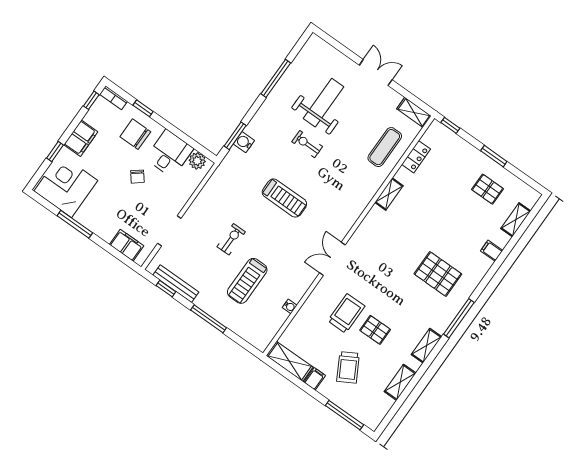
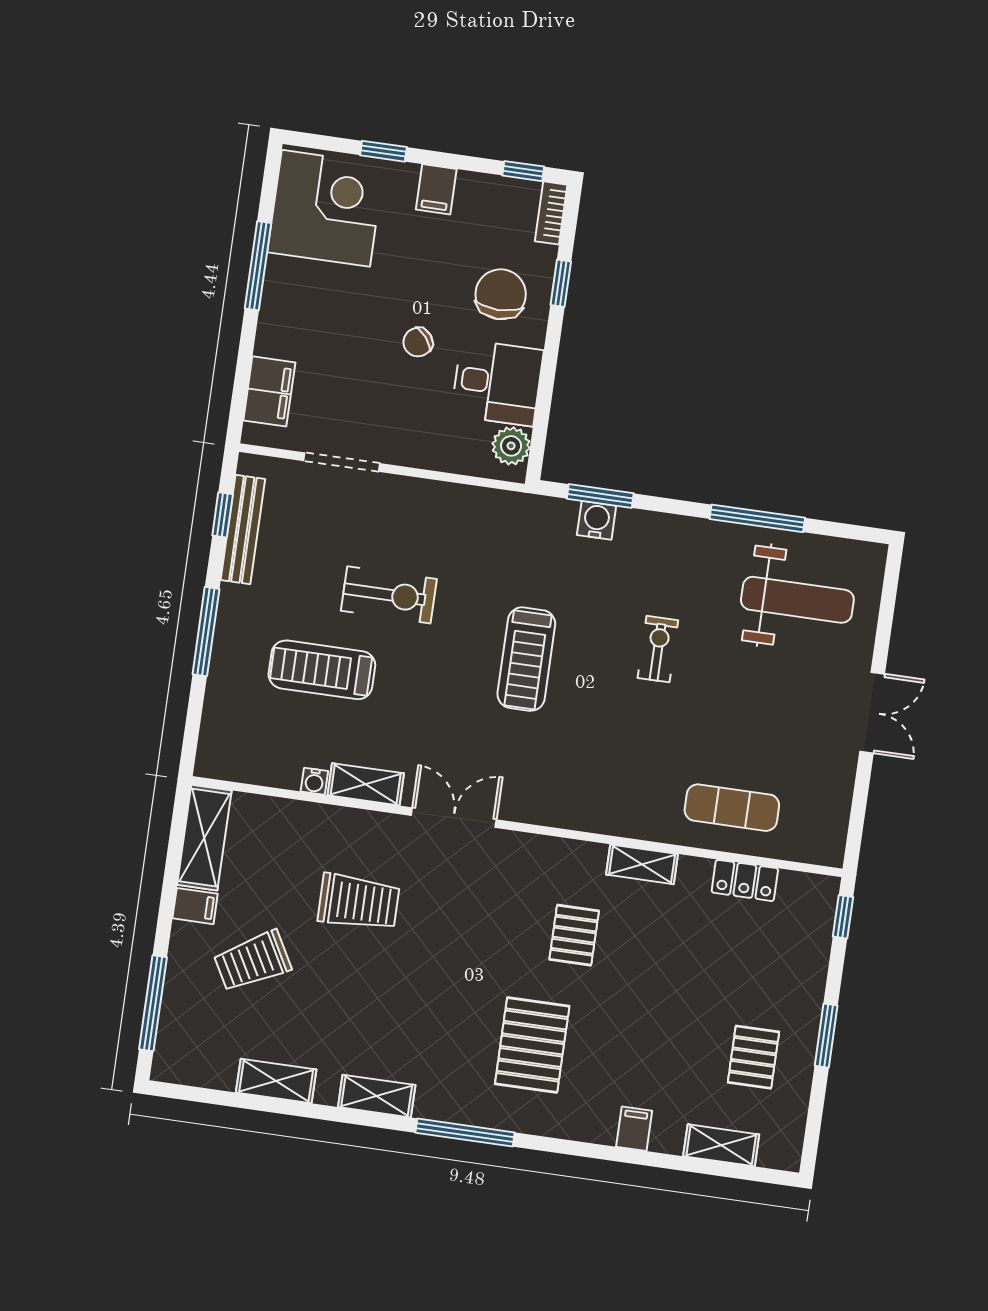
weight bench: (323, 103) -> (797, 600), moved
shelving: (414, 112) -> (366, 784), moved, turned 90
filing cabinet: (81, 138) -> (436, 189), width x0.50
exercise bike: (231, 239) -> (389, 595), width x1.38, depth x1.39
pallet: (375, 330) -> (574, 935), moved

